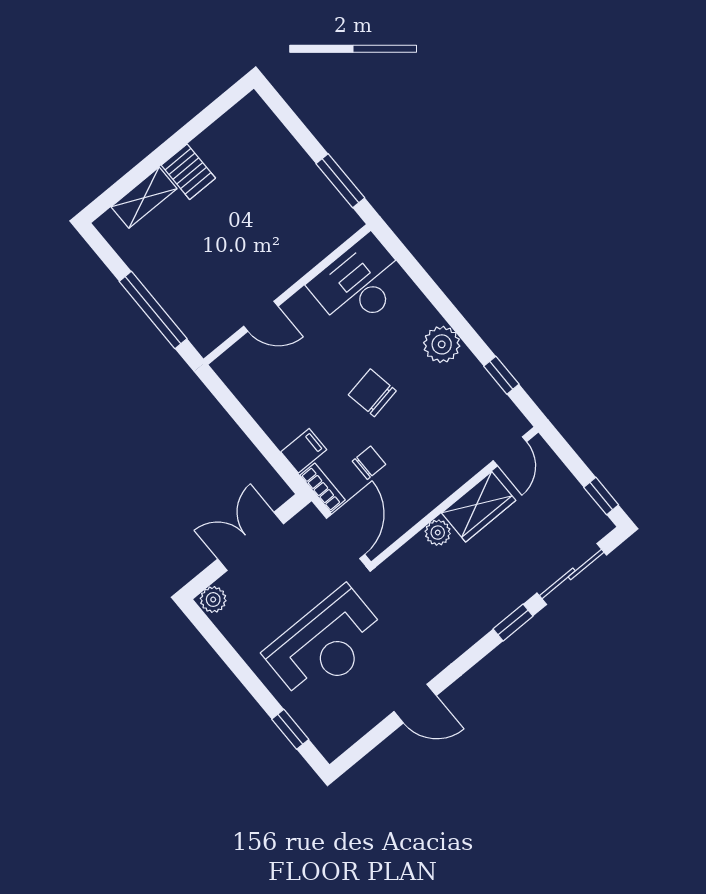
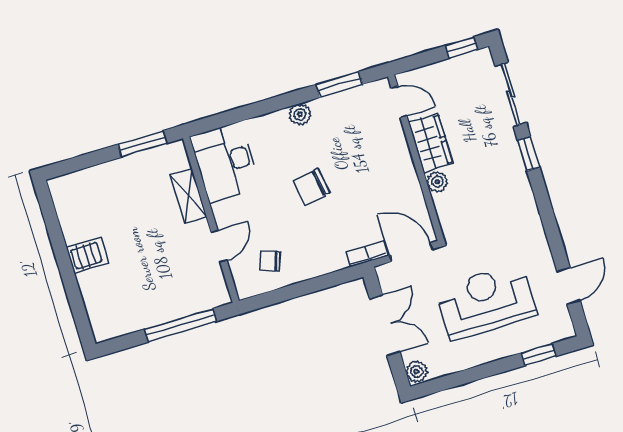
shelving: (144, 198) -> (189, 196), moved
plant: (442, 344) -> (300, 114), width x0.73, depth x0.73
window: (501, 375) -> (339, 84), width x1.50
filing cabinet: (304, 451) -> (334, 257), removed
chair: (369, 463) -> (270, 261), moved, turned -71
double door: (251, 541) -> (385, 325), swing flipped
reception desk: (326, 644) -> (486, 301), turned -90
door: (415, 704) -> (569, 286), moved

